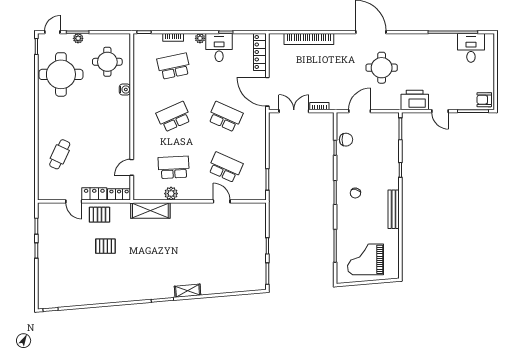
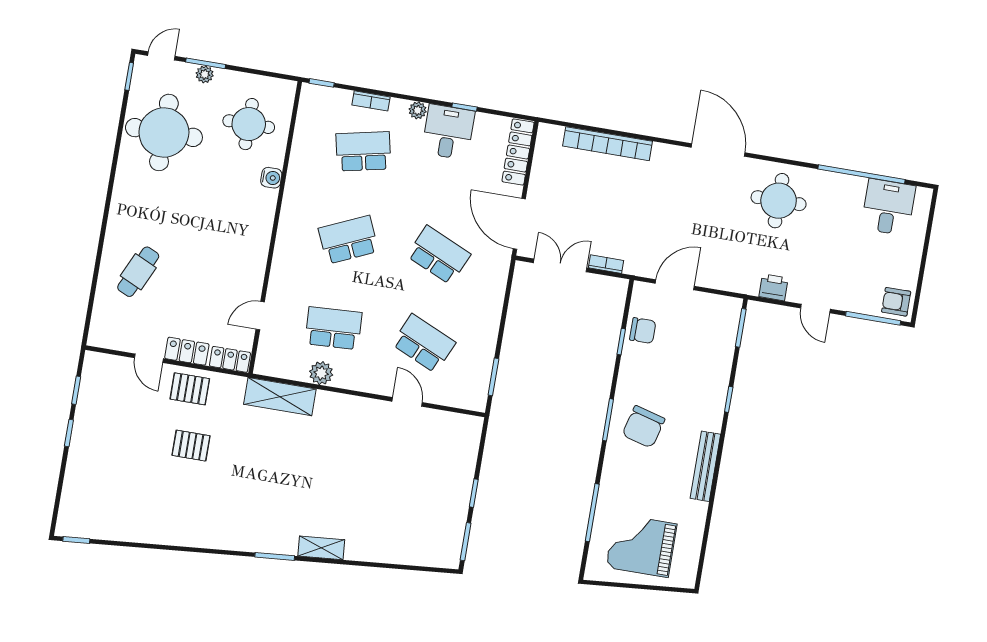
round table: (382, 68) -> (779, 201), moved
printer: (415, 100) -> (774, 287), width x0.53, depth x0.68
chair: (355, 193) -> (643, 427), width x1.87, depth x1.87

